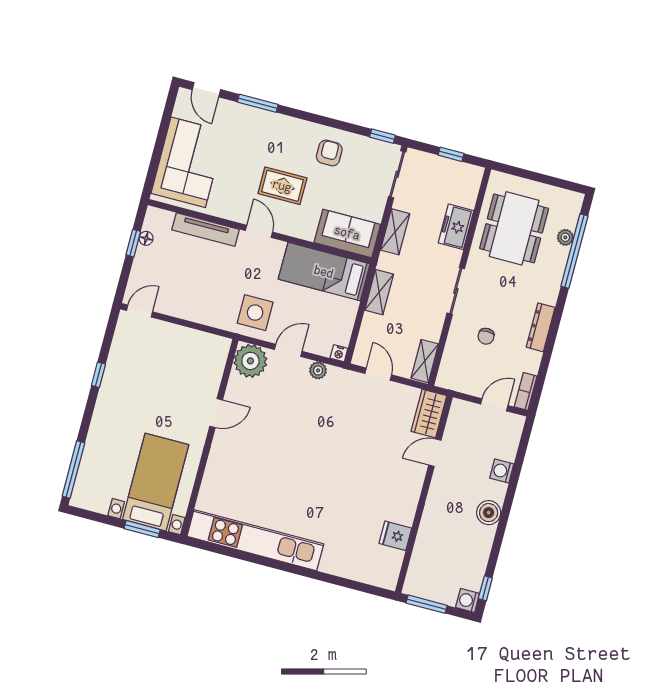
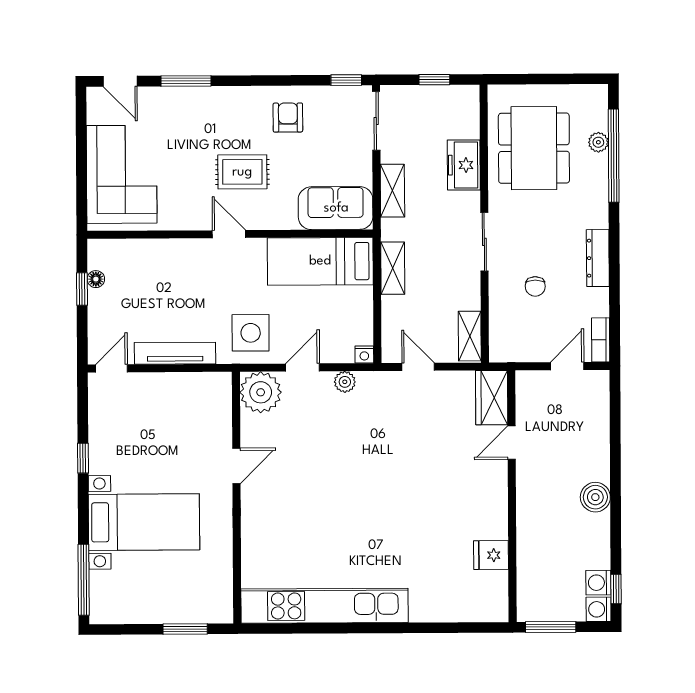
tv unit: (206, 230) -> (175, 353), moved, turned 180
washing machine: (502, 471) -> (598, 583), moved
bed with nightstands: (156, 482) -> (144, 522), moved, turned 90

